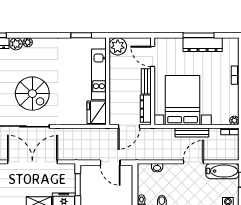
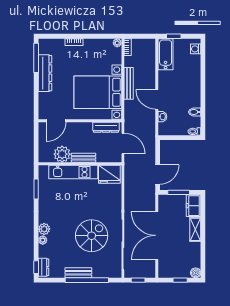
window: (199, 35) -> (36, 58), moved
plant: (16, 44) -> (44, 229), moved
plant: (118, 46) -> (62, 154), moved
bench: (146, 81) -> (83, 158), moved
door: (193, 162) -> (157, 99), moved
door: (110, 163) -> (158, 175), moved

